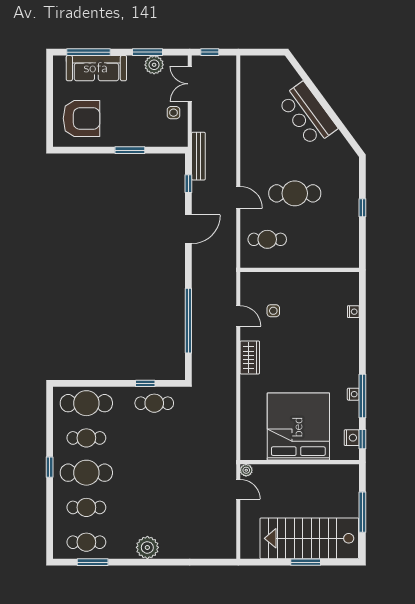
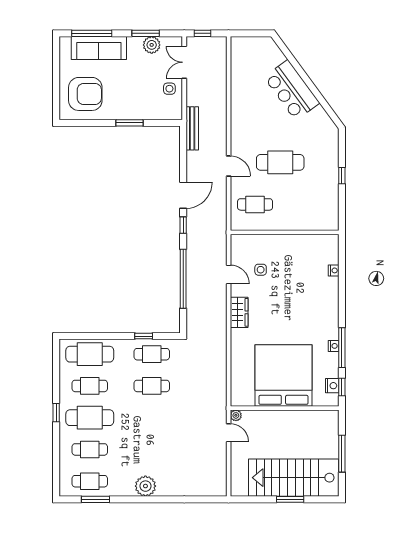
window: (188, 184) -> (183, 225), moved
cafe table: (154, 438) -> (152, 386), added

